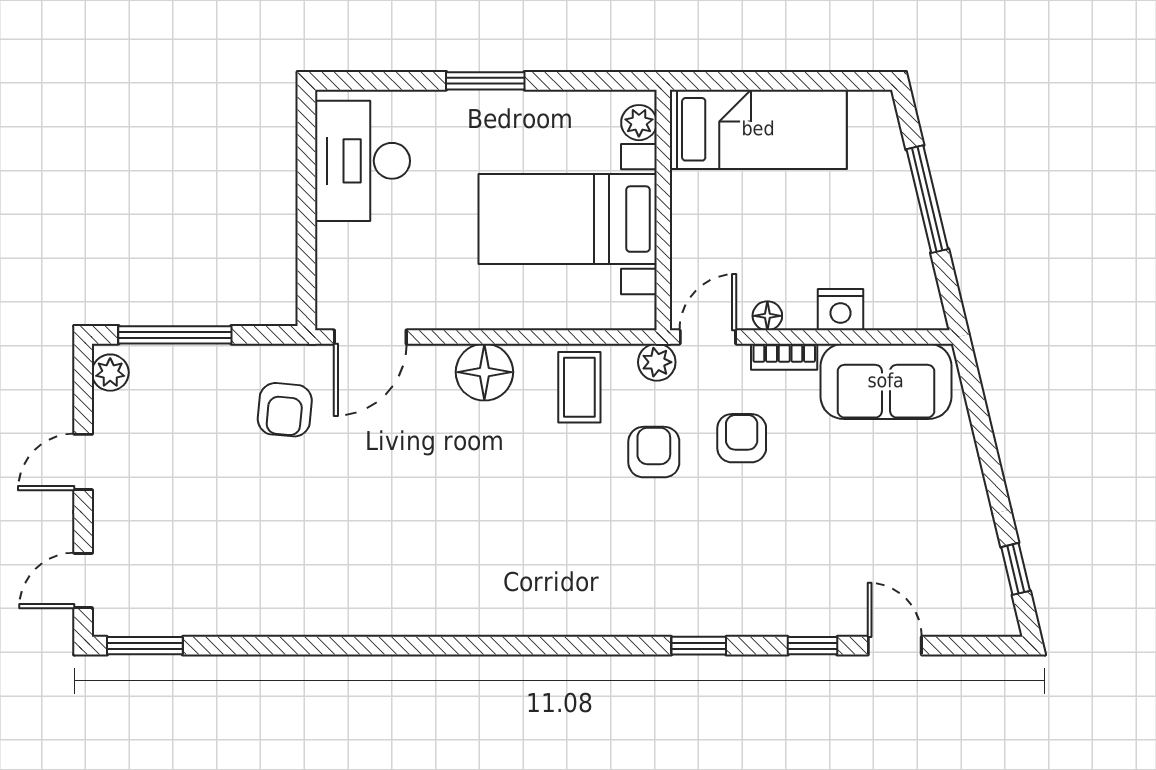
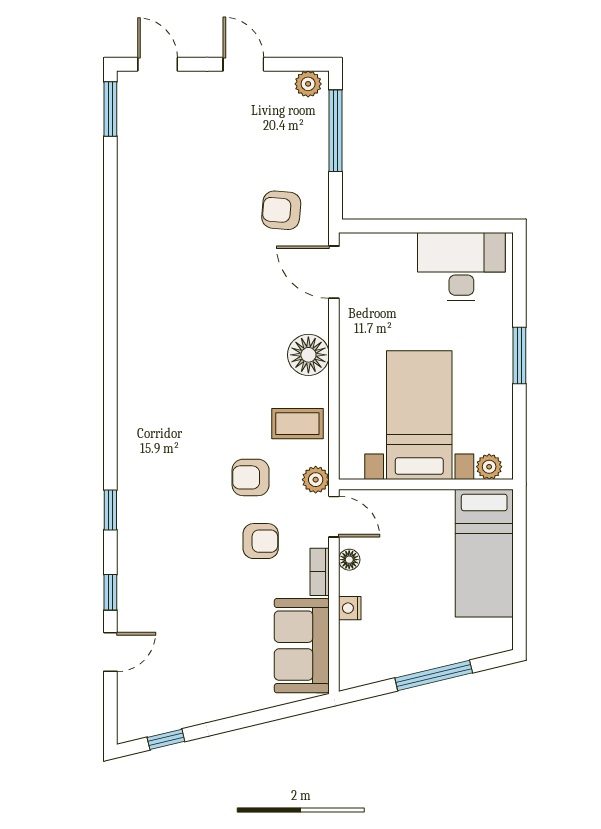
nightstand: (840, 310) -> (350, 608), width x0.72, depth x0.74
armchair: (654, 452) -> (251, 477), turned 180

